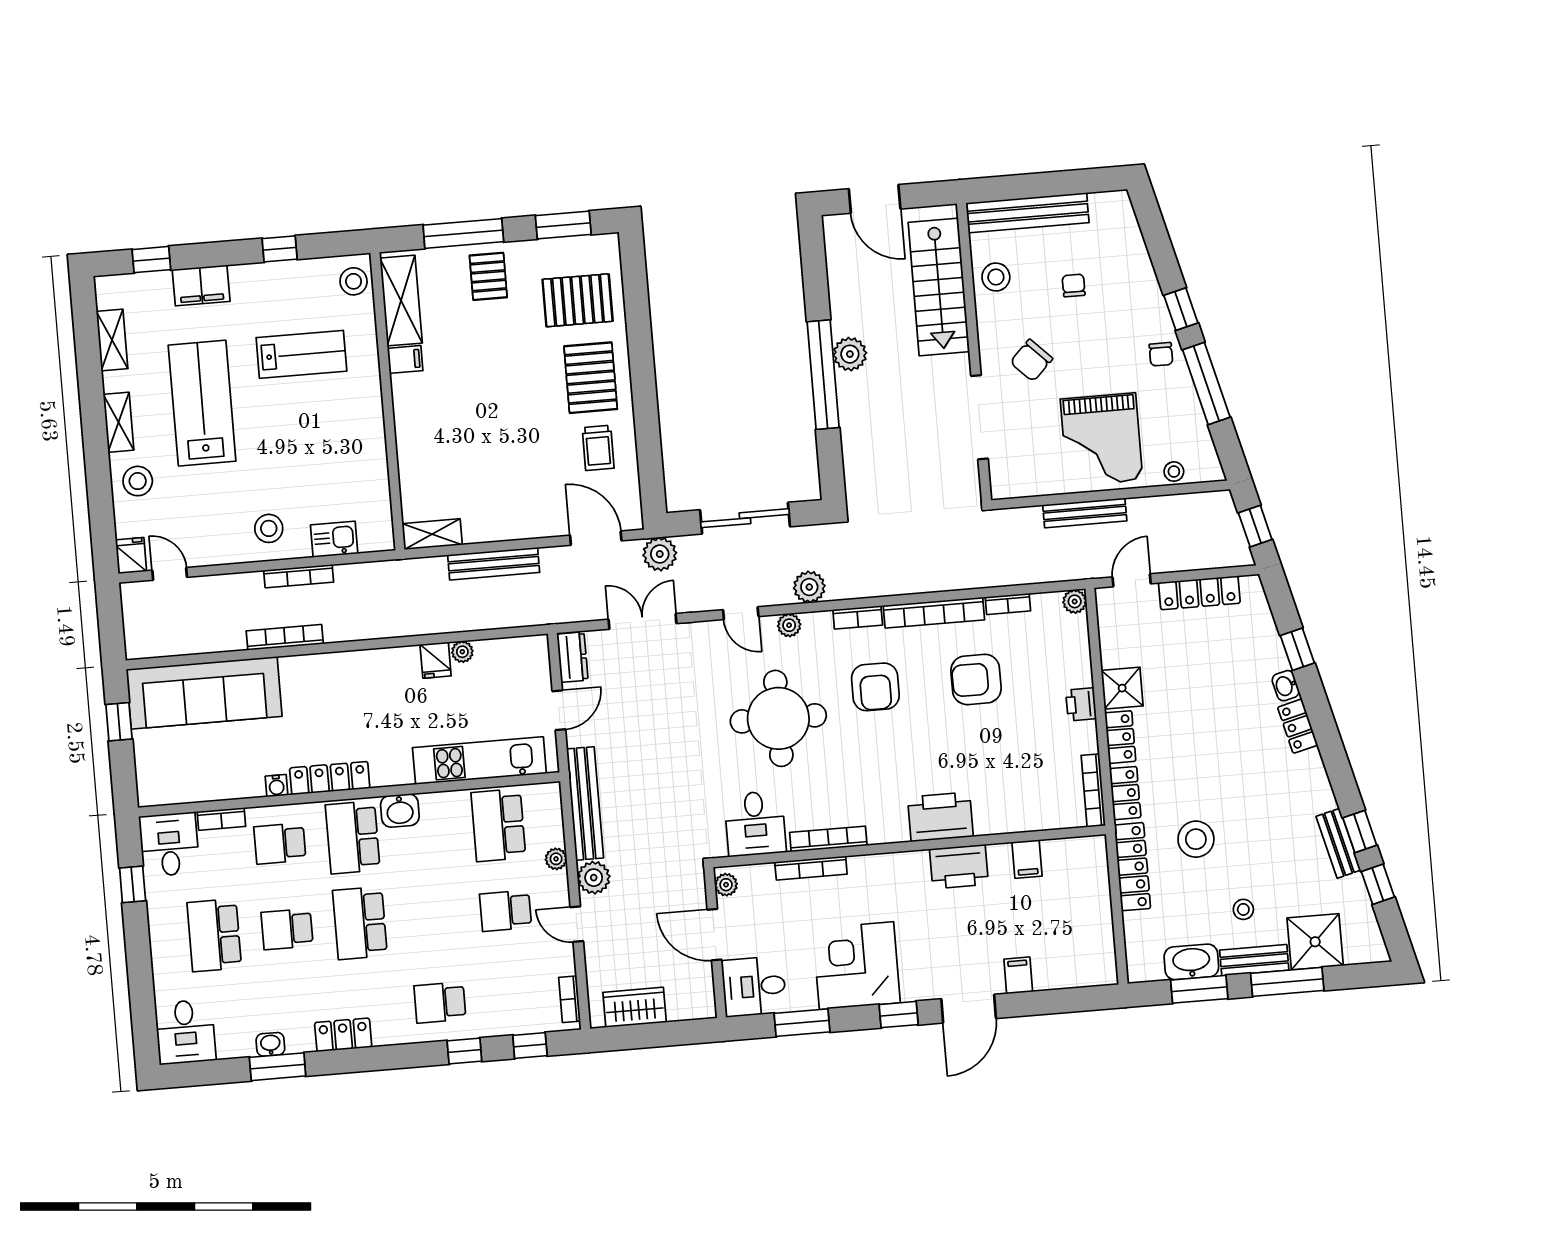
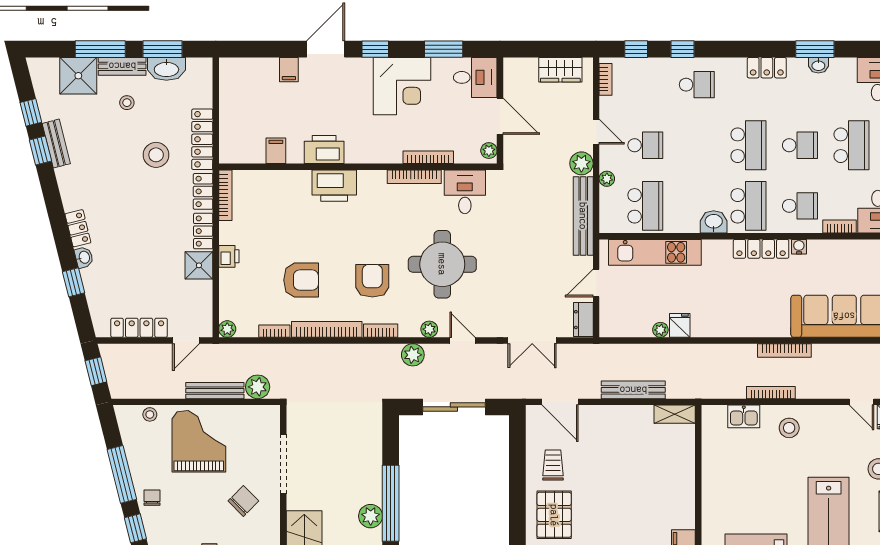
plant: (660, 554) -> (258, 387), moved

